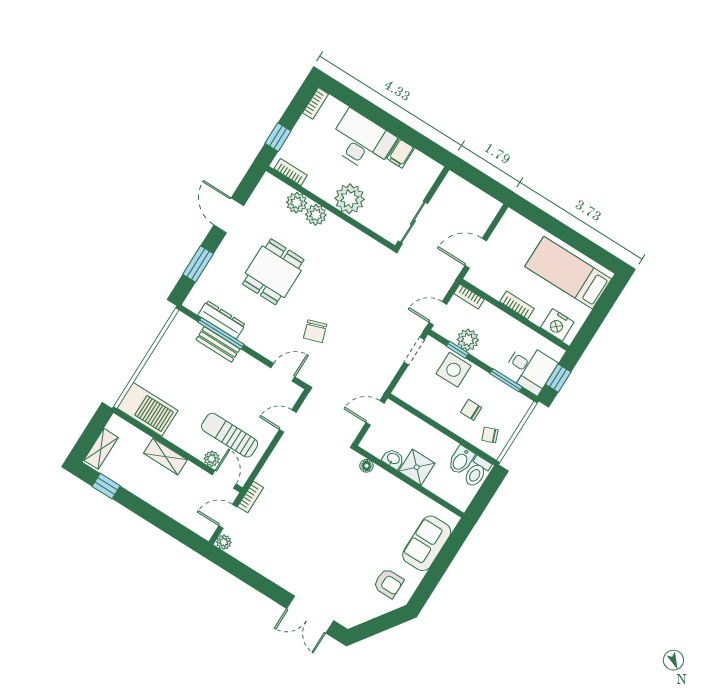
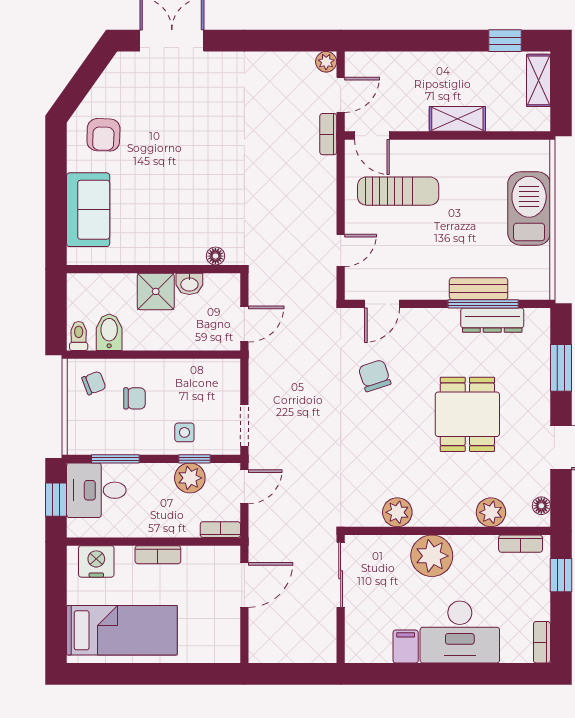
floor lamp: (263, 187) -> (541, 506), added
plant: (316, 215) -> (397, 512), moved
side table: (454, 370) -> (184, 432), width x0.54, depth x0.54
barbecue: (147, 409) -> (529, 208), moved, turned 90
plant: (212, 459) -> (402, 150), removed
toilet: (477, 472) -> (79, 336), width x0.73, depth x0.72
armchair: (388, 583) -> (103, 135), turned -88

